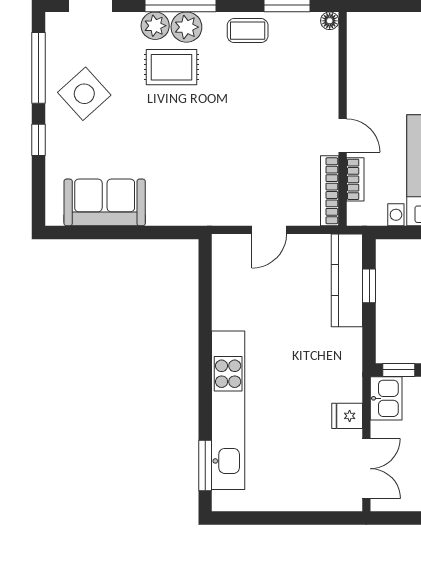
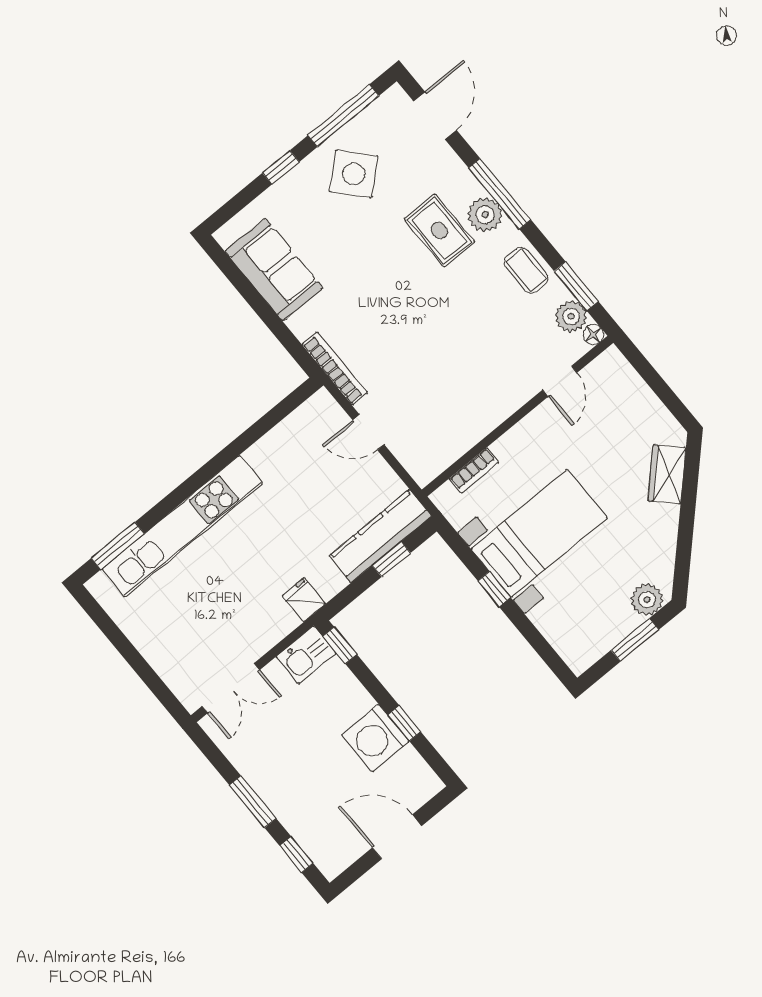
plant: (155, 26) -> (571, 316), moved
door: (343, 135) -> (560, 381), moved
bookcase: (330, 191) -> (335, 369), moved, turned 90
fridge: (347, 416) -> (304, 600), moved

